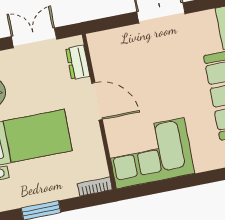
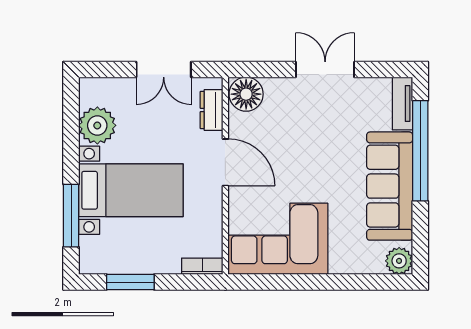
double door: (34, 38) -> (164, 69), swing flipped
floor lamp: (103, 44) -> (246, 94), added

